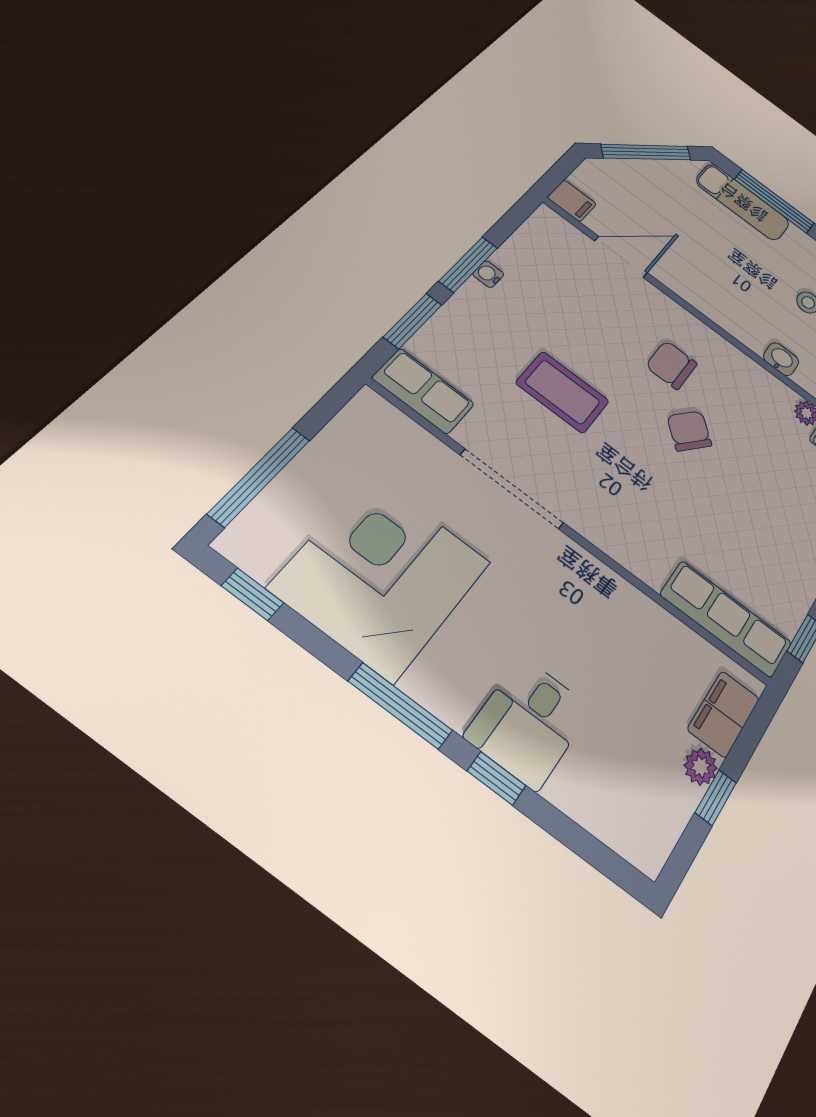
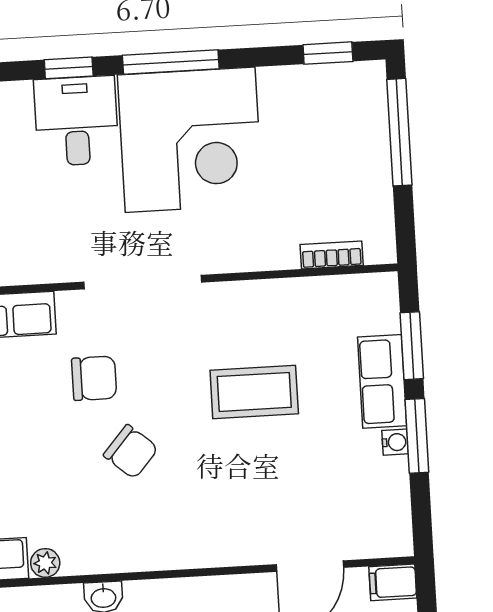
chair: (671, 365) -> (94, 378), moved
row of seats: (423, 391) -> (382, 381), moved, turned 90
bookcase: (412, 433) -> (332, 255), added
doorway: (512, 489) -> (143, 282), moved
corner desk: (381, 575) -> (190, 140), moved

